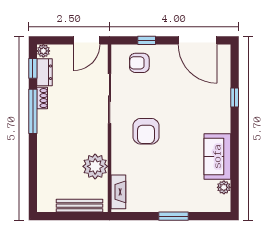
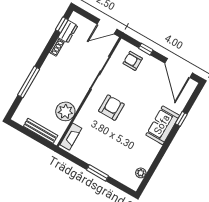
plant: (43, 51) -> (75, 17), removed
window: (33, 111) -> (29, 82), moved
armchair: (146, 131) -> (111, 108), turned 180
sofa: (217, 156) -> (163, 125), moved

